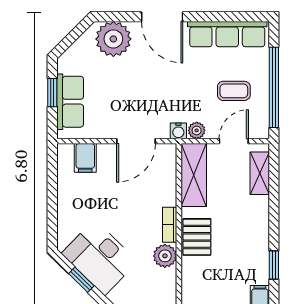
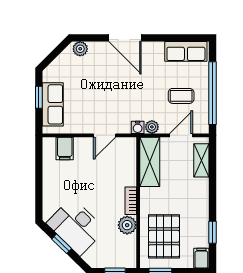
row of seats: (227, 34) -> (186, 51), width x0.68
plant: (113, 39) -> (80, 49), width x0.53, depth x0.53
door: (136, 141) -> (104, 135), width x0.73
pallet: (197, 237) -> (164, 236), moved, width x1.50, depth x1.42

